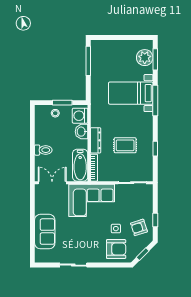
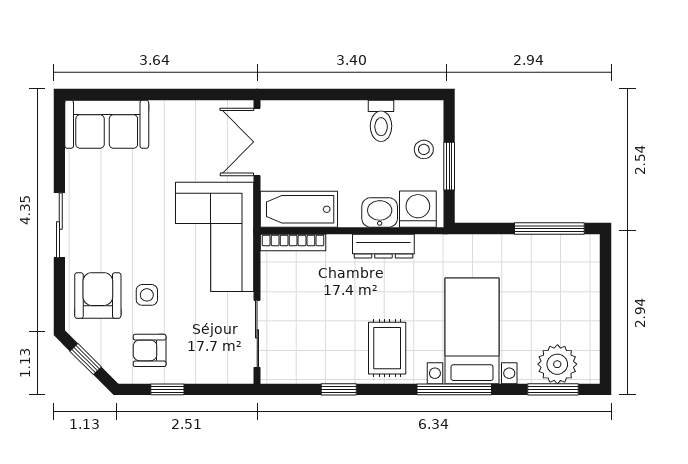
dresser: (96, 140) -> (383, 246), moved
rug: (125, 145) -> (387, 348), moved
toilet: (43, 150) -> (381, 121), moved
double door: (52, 183) -> (257, 142), swing flipped
armchair: (139, 227) -> (150, 350), turned -72
sofa: (45, 232) -> (107, 124), moved
armchair: (116, 249) -> (98, 295), turned 180
sliding door: (73, 265) -> (59, 225), moved

